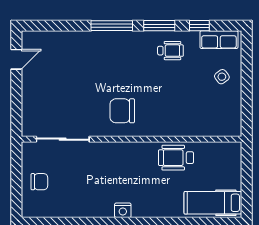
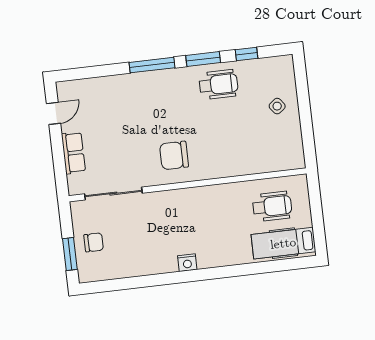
row of seats: (219, 40) -> (73, 153), moved, turned -90
wheelchair: (170, 51) -> (218, 84), width x1.36, depth x1.37
wheelchair: (176, 158) -> (272, 206), moved, turned 180
window: (16, 190) -> (70, 254), added

